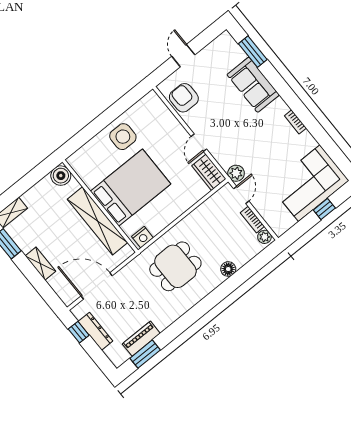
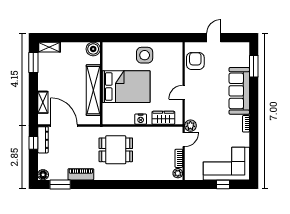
sofa: (253, 85) -> (239, 91), width x1.36
wardrobe: (209, 172) -> (163, 118), moved, turned 90
nightstand: (142, 237) -> (141, 119), moved
shelving: (40, 264) -> (43, 102), moved
floor lamp: (228, 269) -> (43, 175), moved
dresser: (95, 331) -> (43, 140), moved
piano: (141, 339) -> (81, 174), moved

